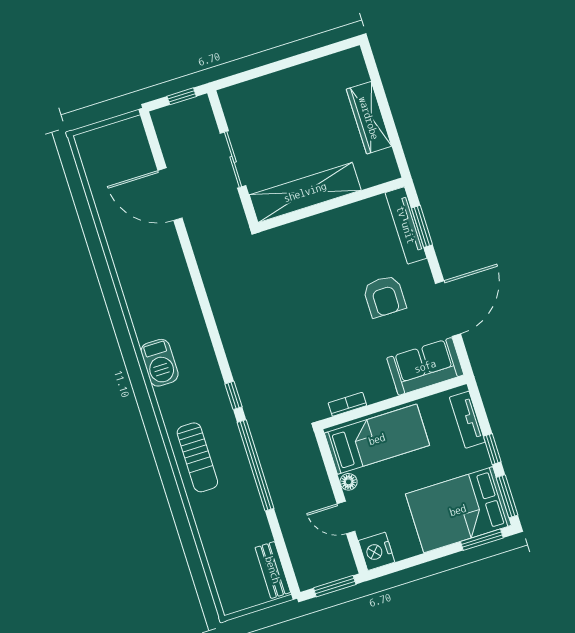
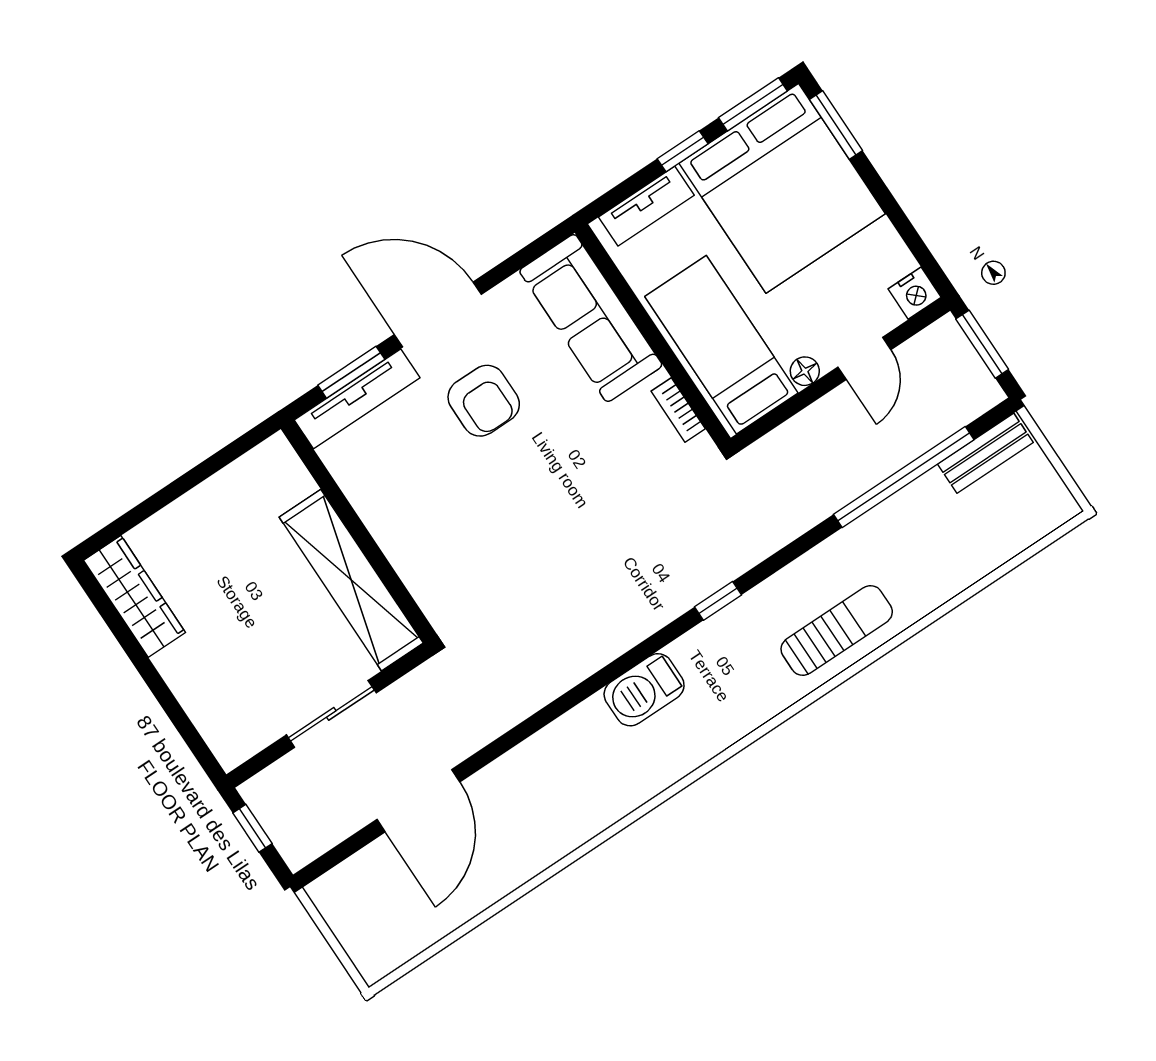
wardrobe: (369, 118) -> (135, 596), moved, turned -90
armchair: (384, 296) -> (484, 401), turned 90
door: (448, 309) -> (438, 315), moved
barbecue: (159, 363) -> (644, 690), moved, turned 180
sofa: (425, 366) -> (591, 318), width x1.36
window: (256, 465) -> (904, 477), moved
bed: (458, 510) -> (782, 188), width x1.36
nightstand: (377, 551) -> (915, 293), width x0.74, depth x0.75

